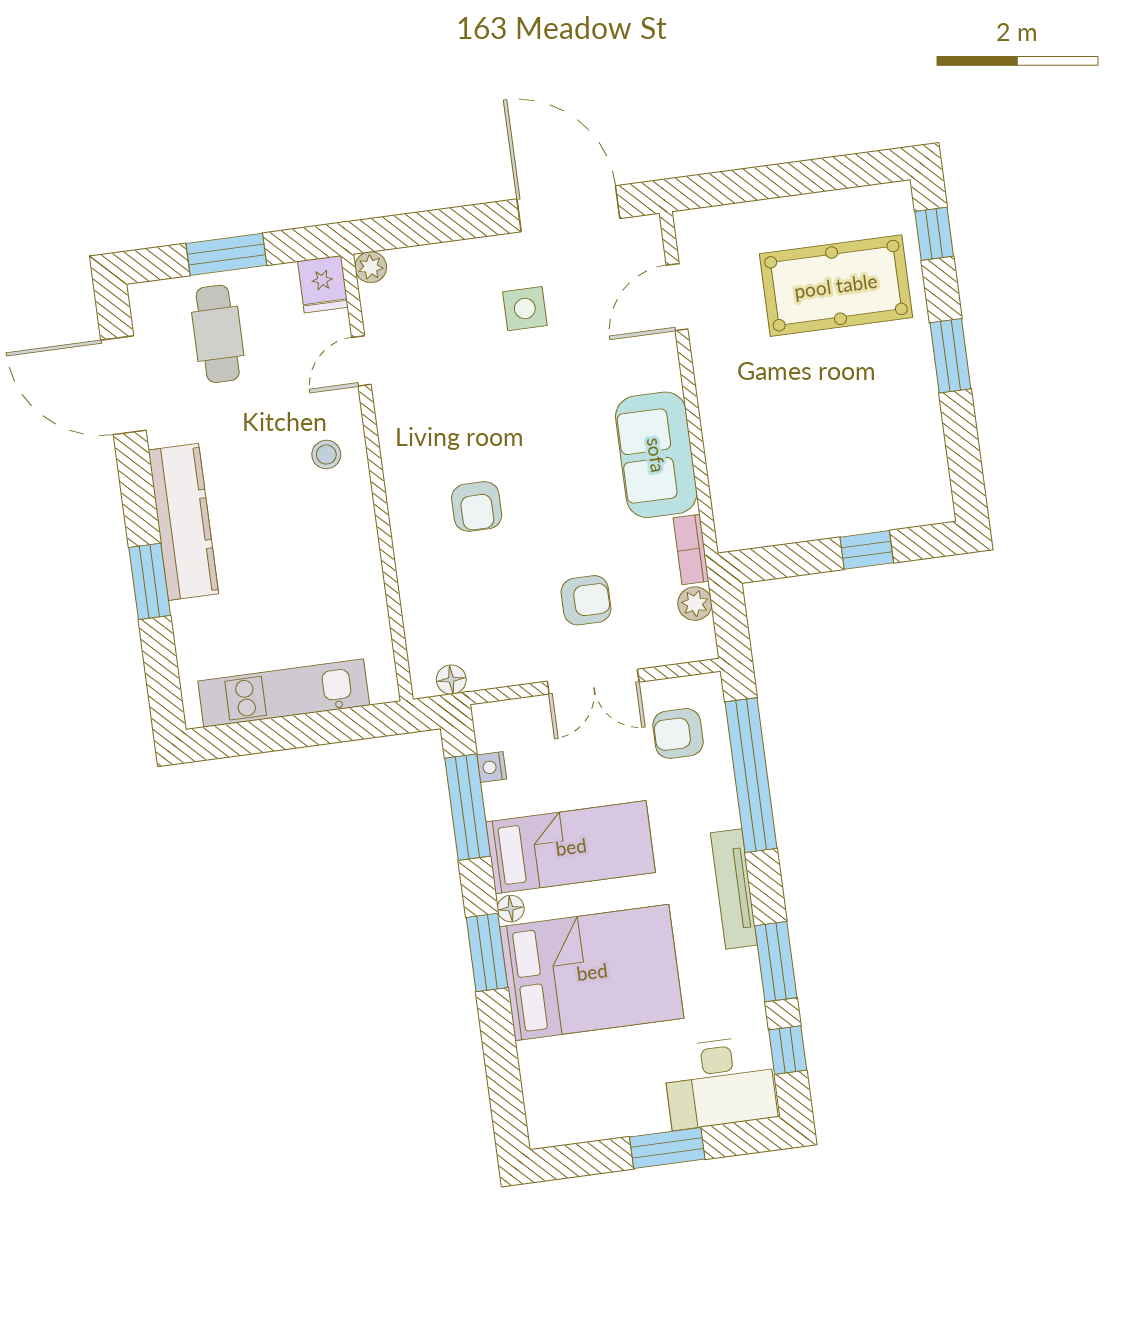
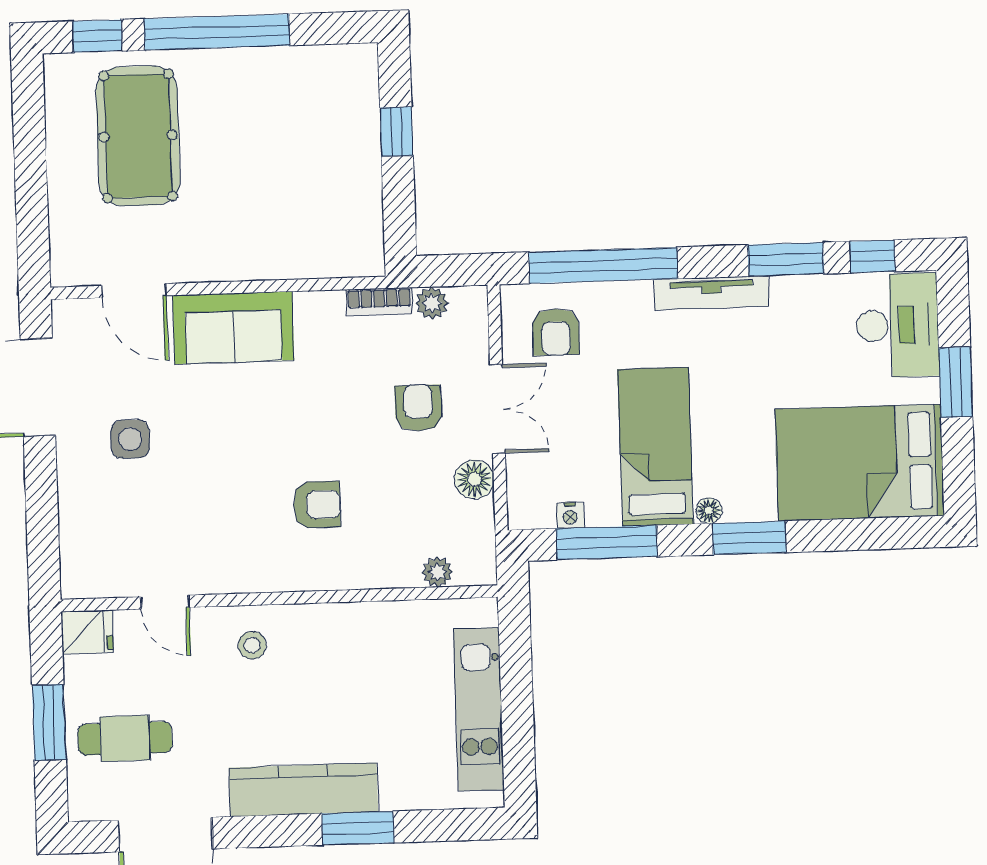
plant: (371, 267) -> (437, 572), moved
window: (950, 356) -> (217, 32), width x2.11
sofa: (656, 455) -> (233, 328), moved
floor lamp: (451, 680) -> (474, 479), moved, width x1.37, depth x1.37
bed: (592, 972) -> (860, 463), moved, turned -90

